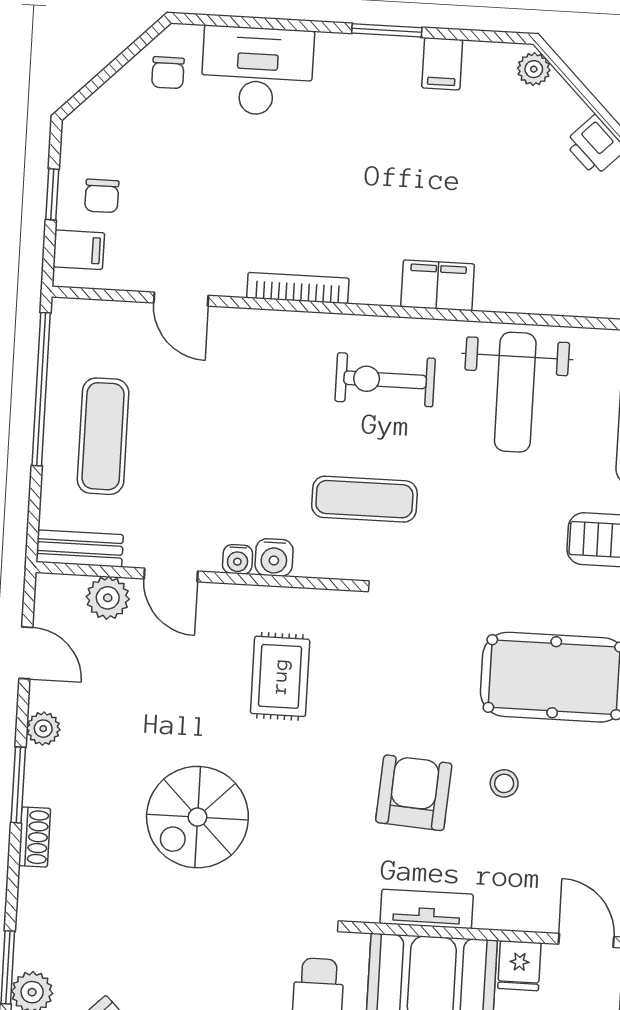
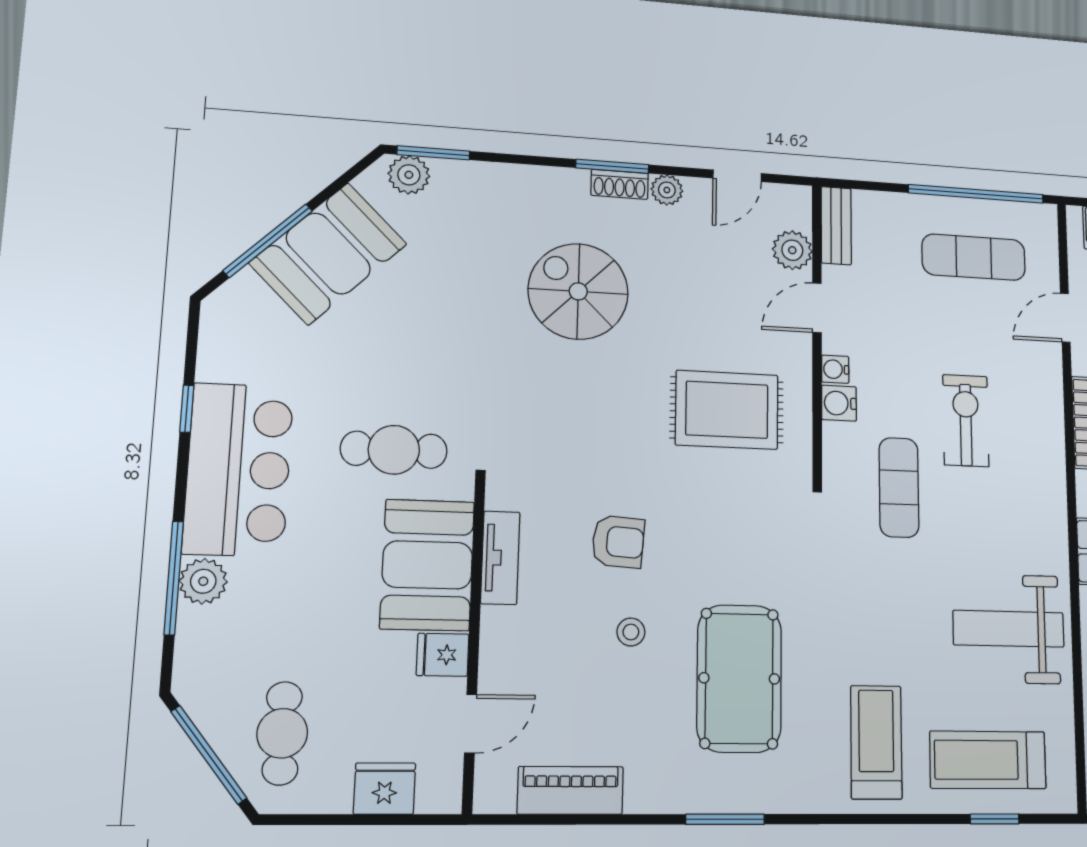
exercise bike: (385, 380) -> (966, 420), moved
exercise mat: (103, 436) -> (974, 257), moved
rug: (280, 676) -> (727, 410), width x1.36, depth x1.43
armchair: (414, 793) -> (618, 542), width x0.72, depth x0.72
spiral stairs: (197, 817) -> (578, 291), moved
shoe rack: (35, 837) -> (620, 184), moved

